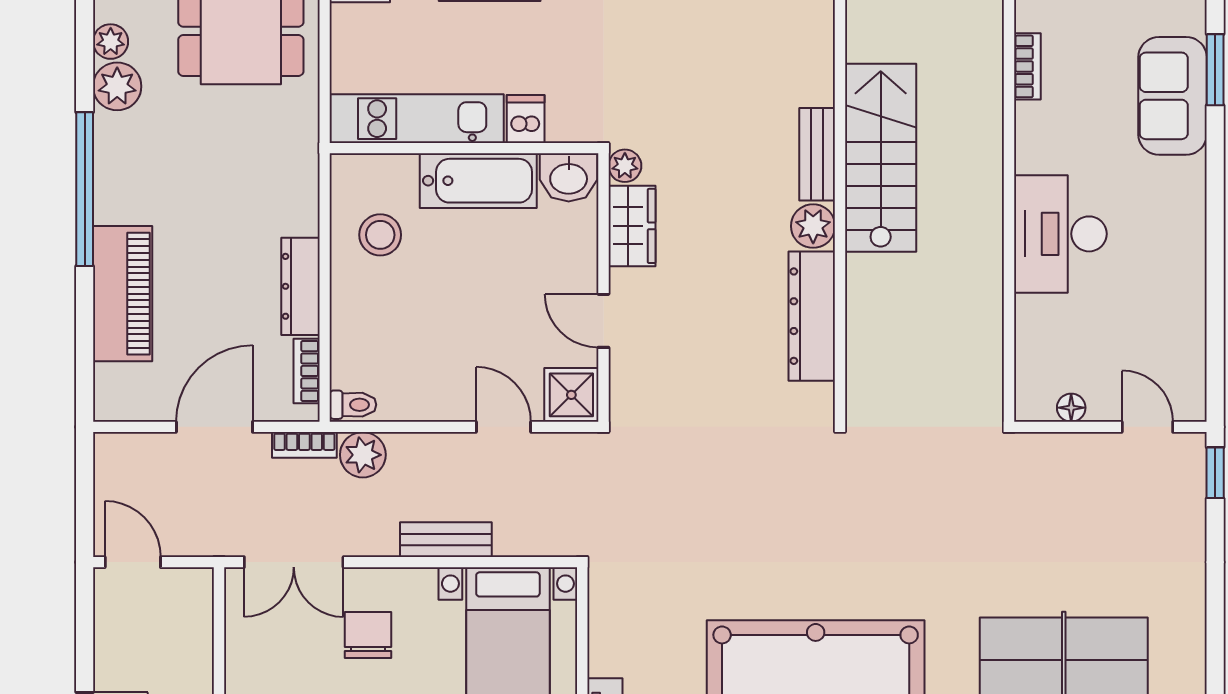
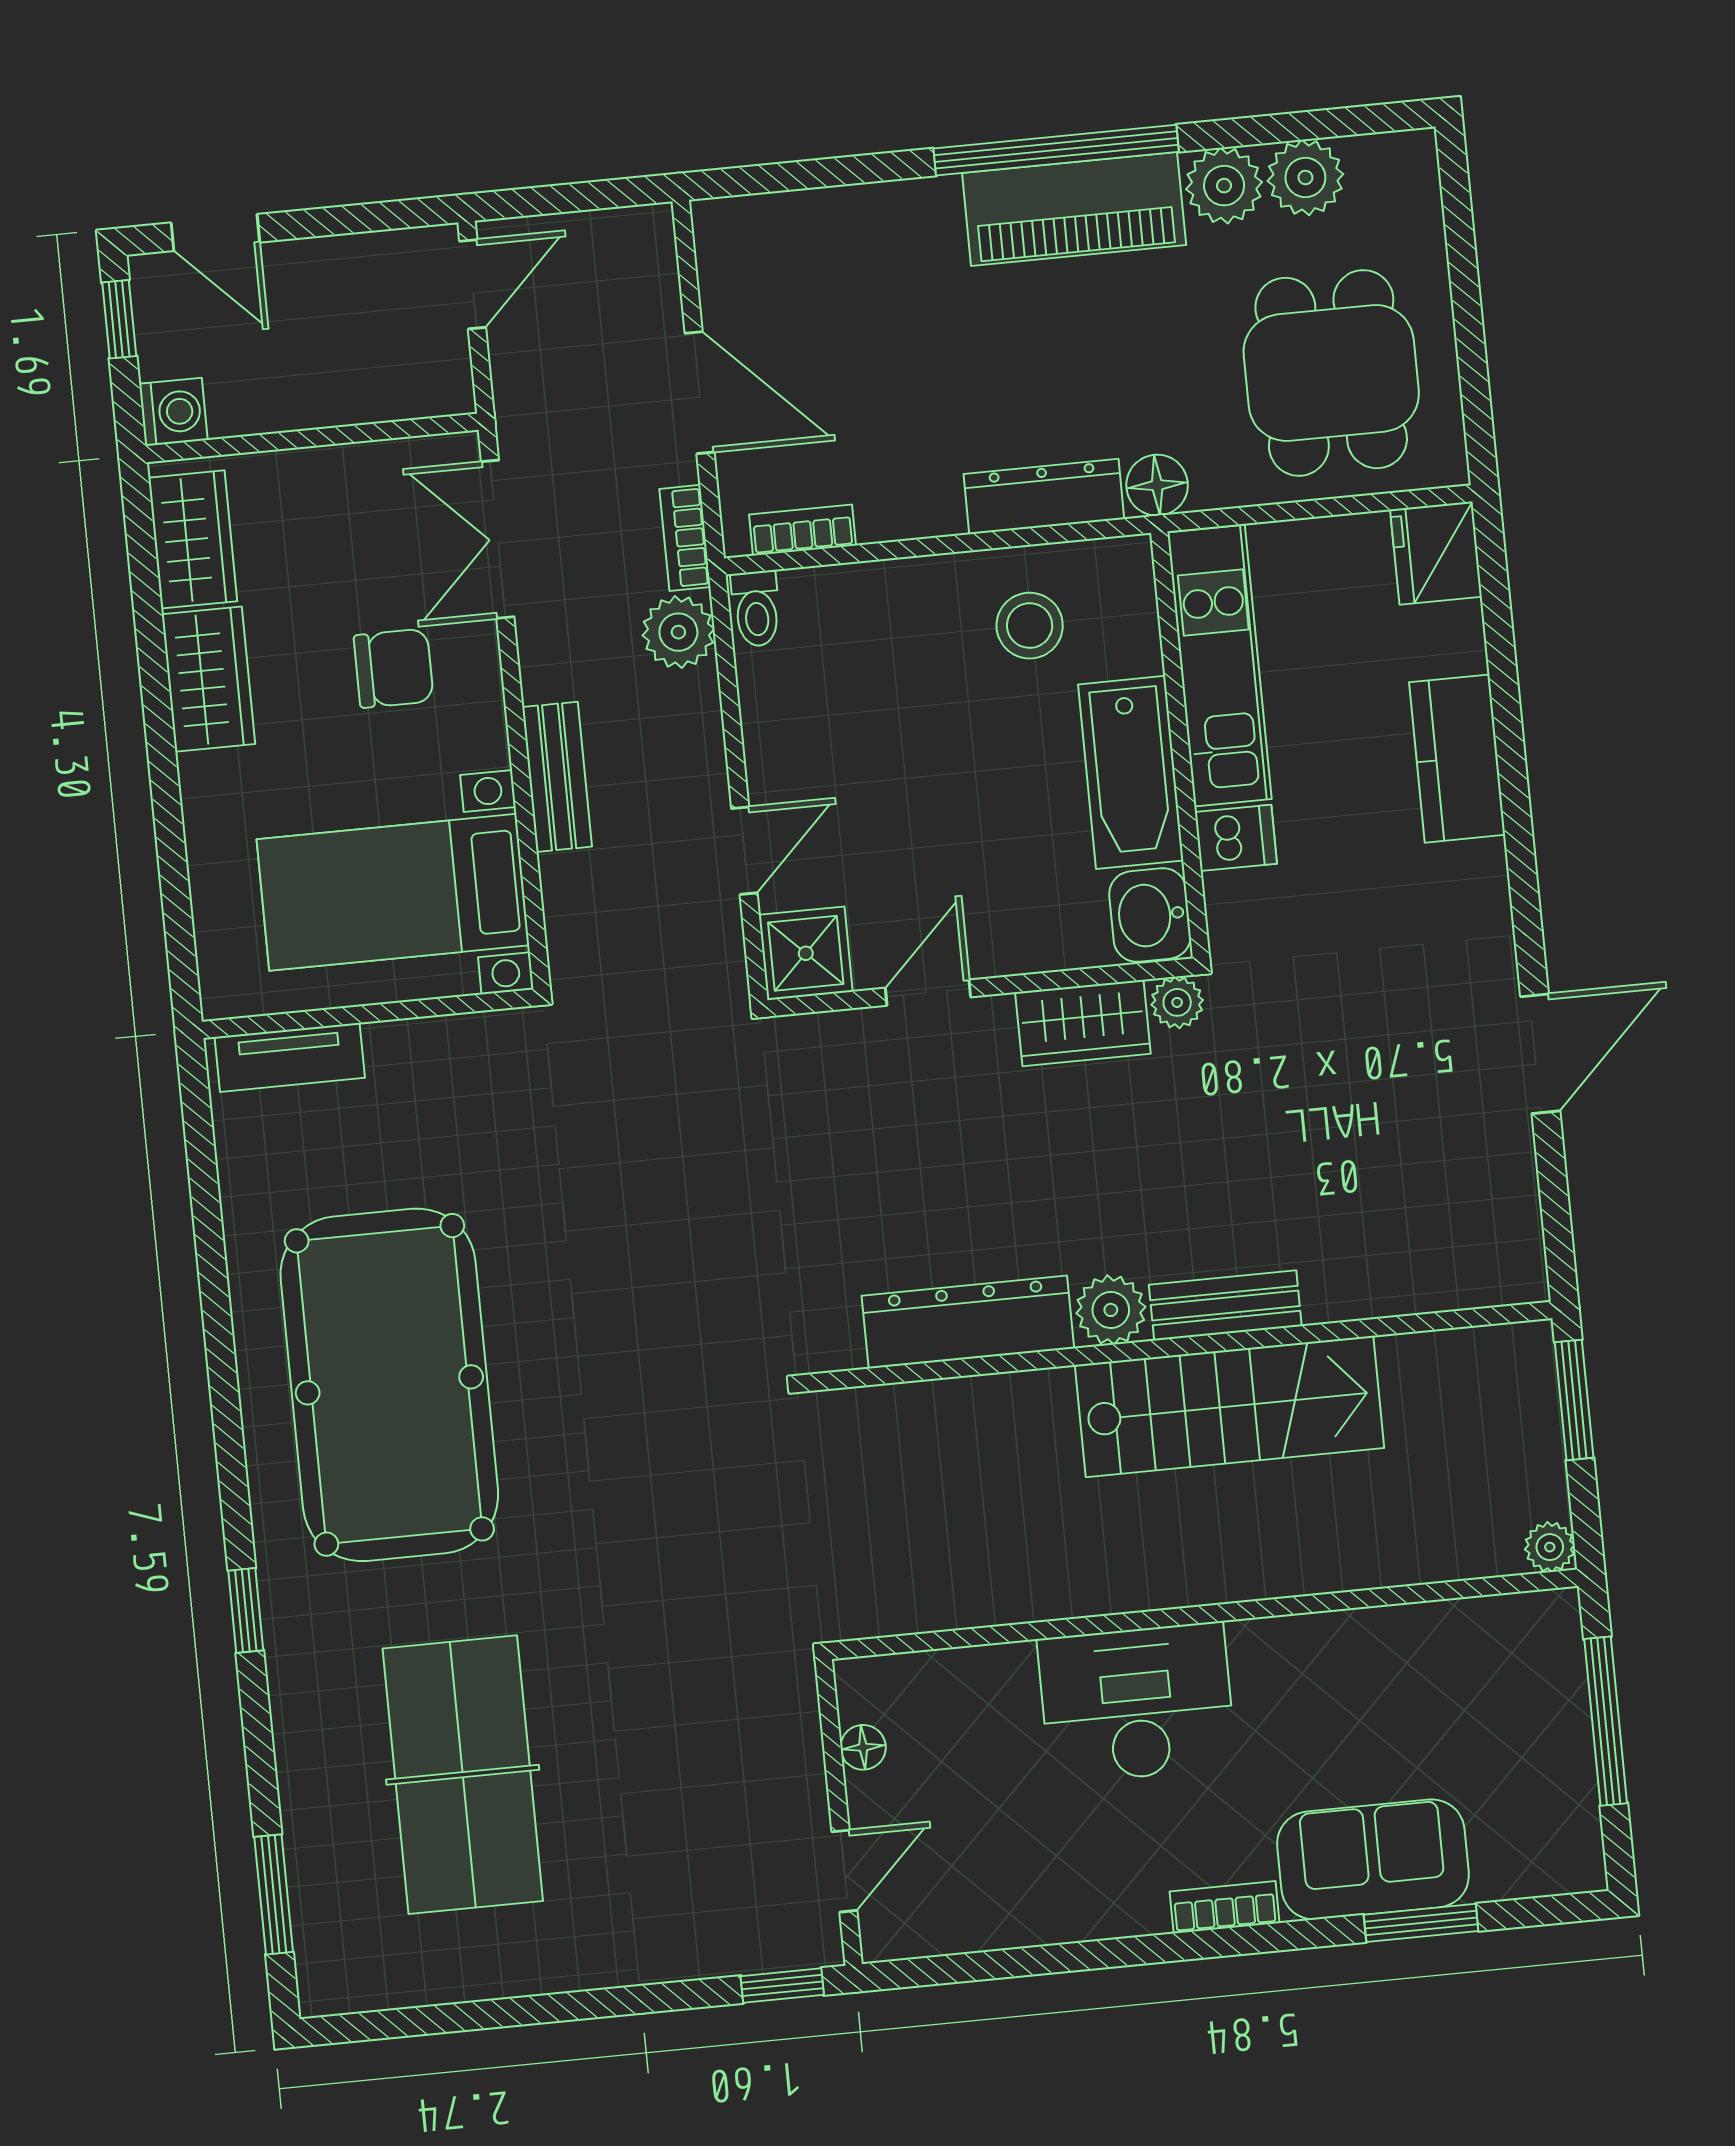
plant: (111, 42) -> (1305, 177), width x1.38, depth x1.38
bookcase: (1027, 66) -> (1225, 1907), moved, turned 180
floor lamp: (300, 147) -> (1157, 485), added
dresser: (300, 286) -> (1044, 497), moved
piano: (123, 294) -> (1074, 209), moved

